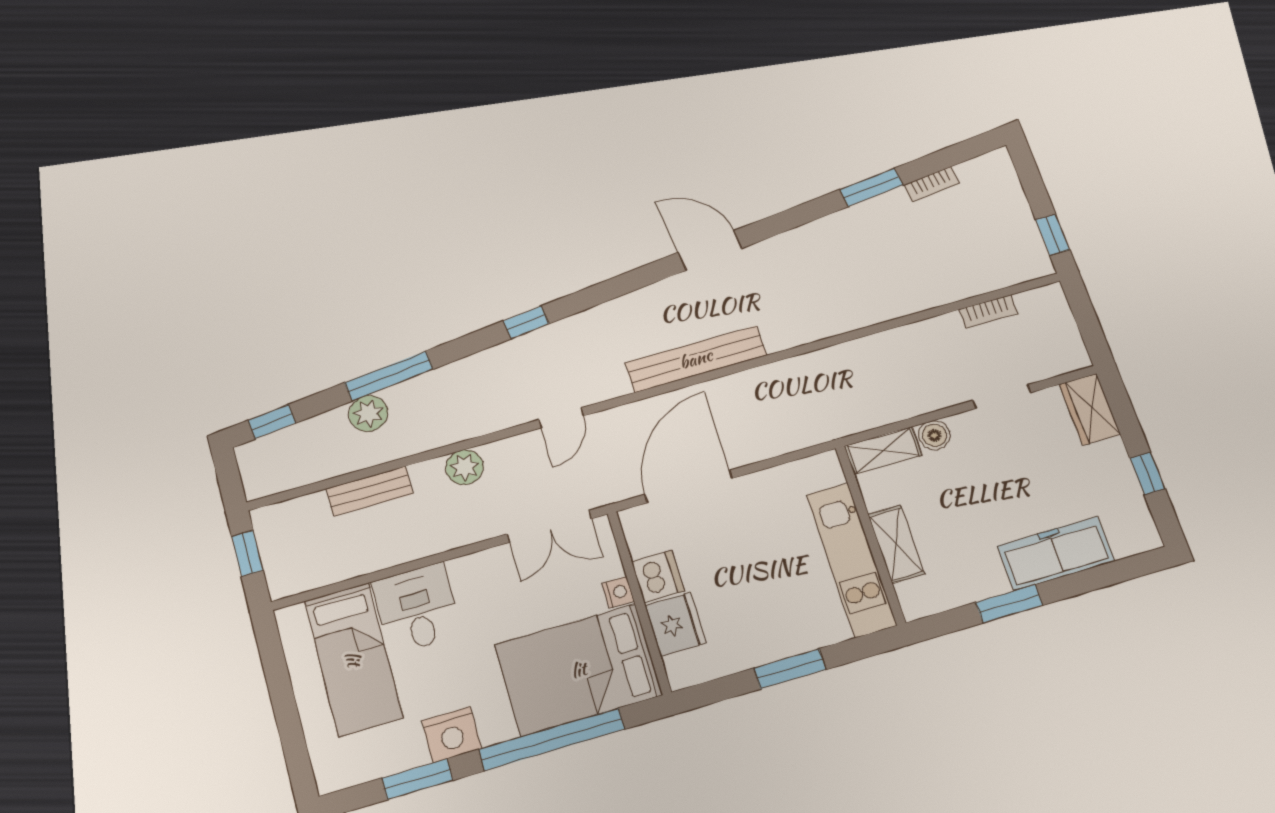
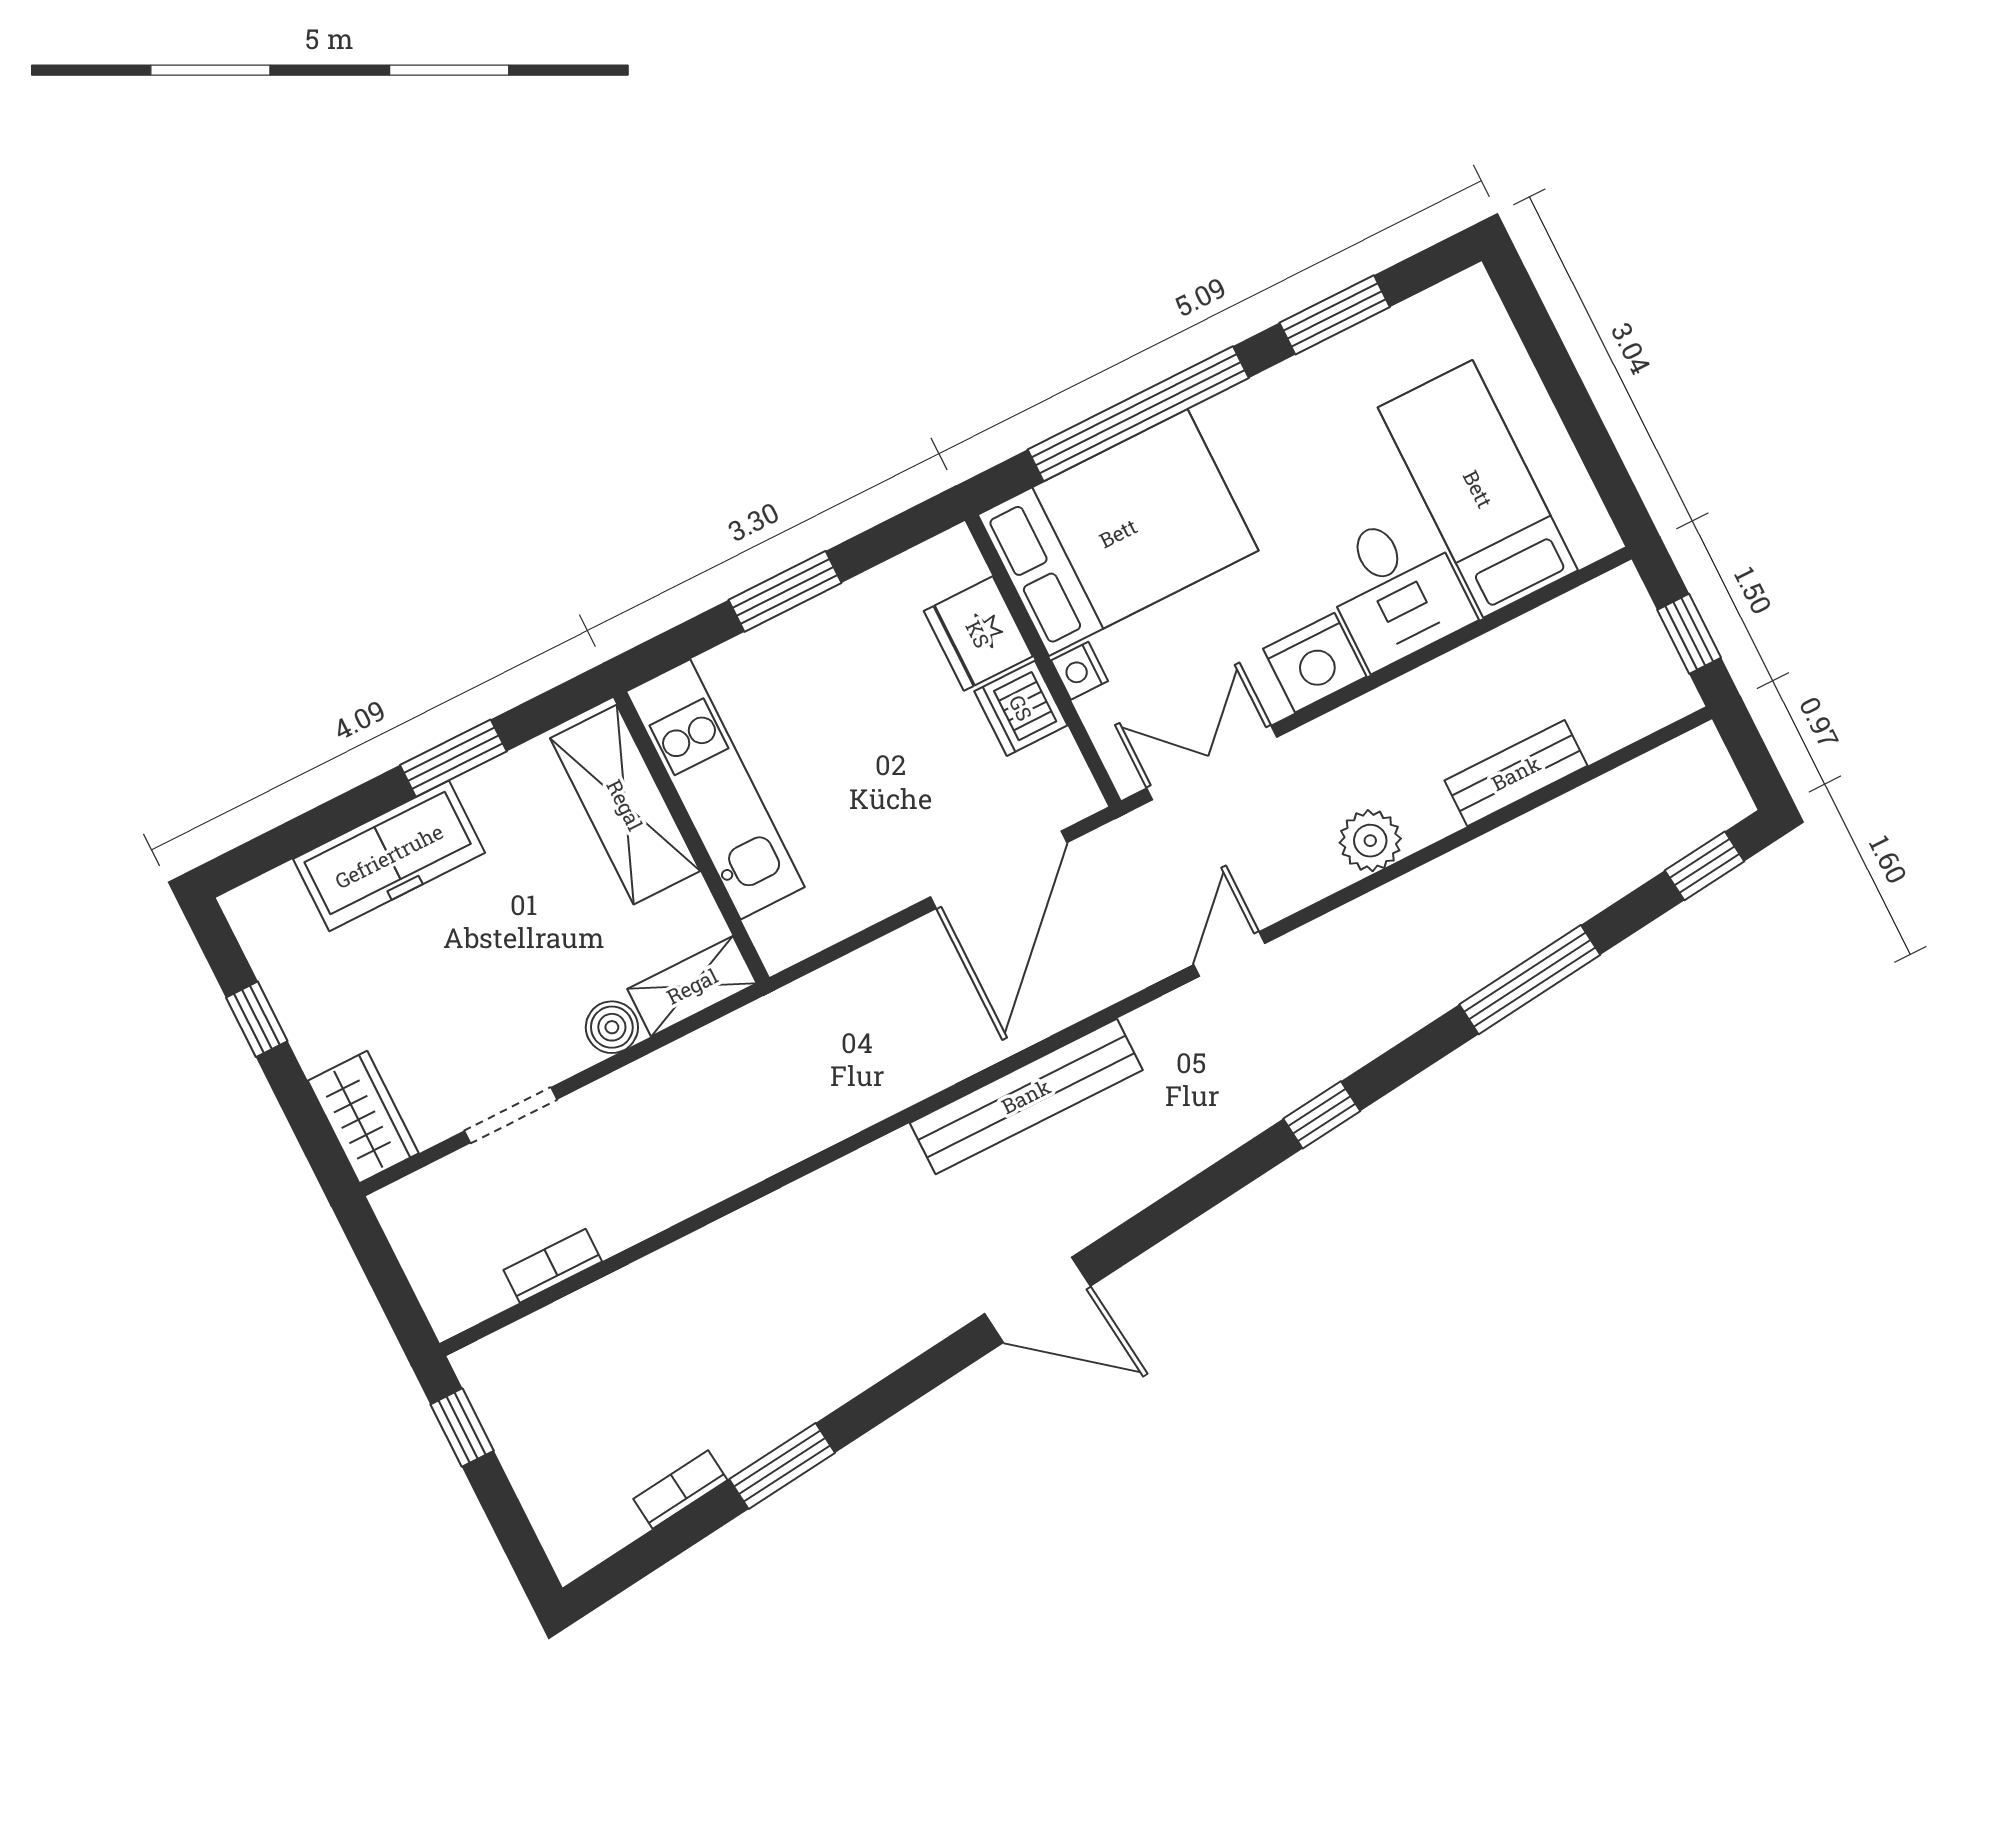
plant: (368, 413) -> (1549, 907), removed
shelving: (896, 544) -> (625, 805), width x1.50, depth x1.33
nightstand: (452, 735) -> (1315, 663), moved, turned 180

